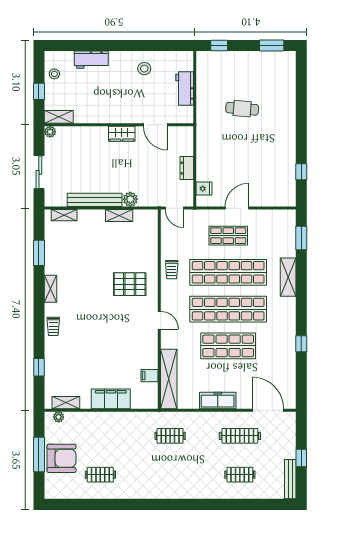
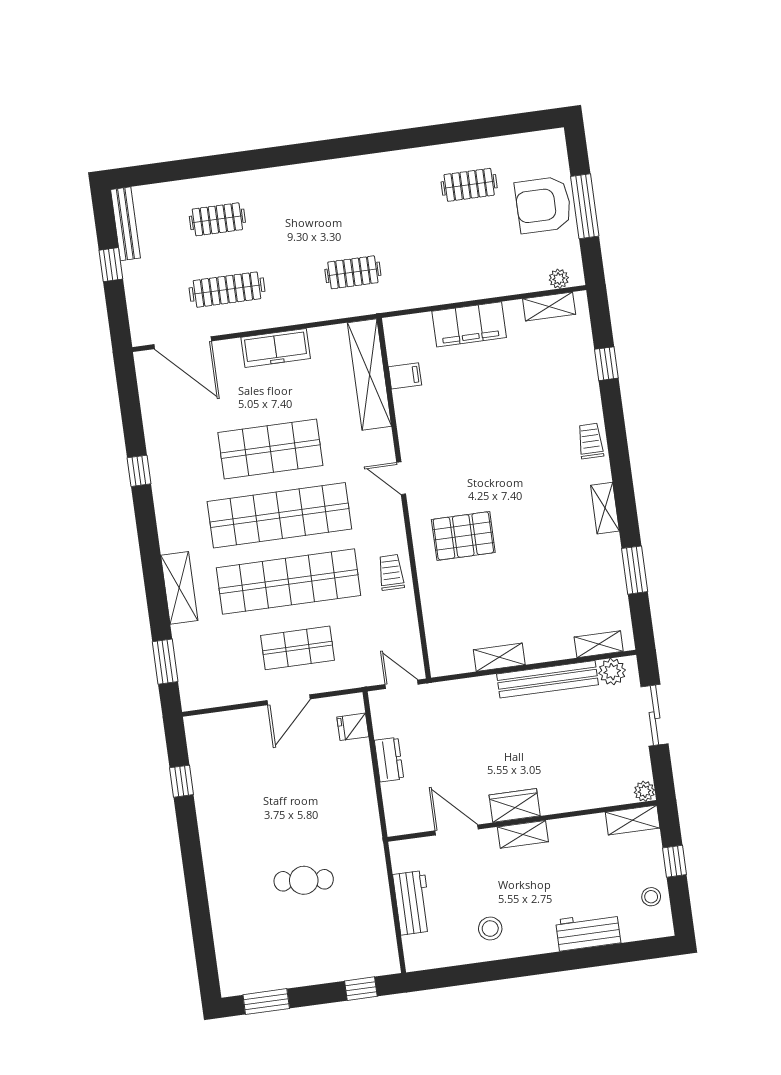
shelving: (120, 117) -> (523, 834), added
plant: (130, 199) -> (612, 672), moved

